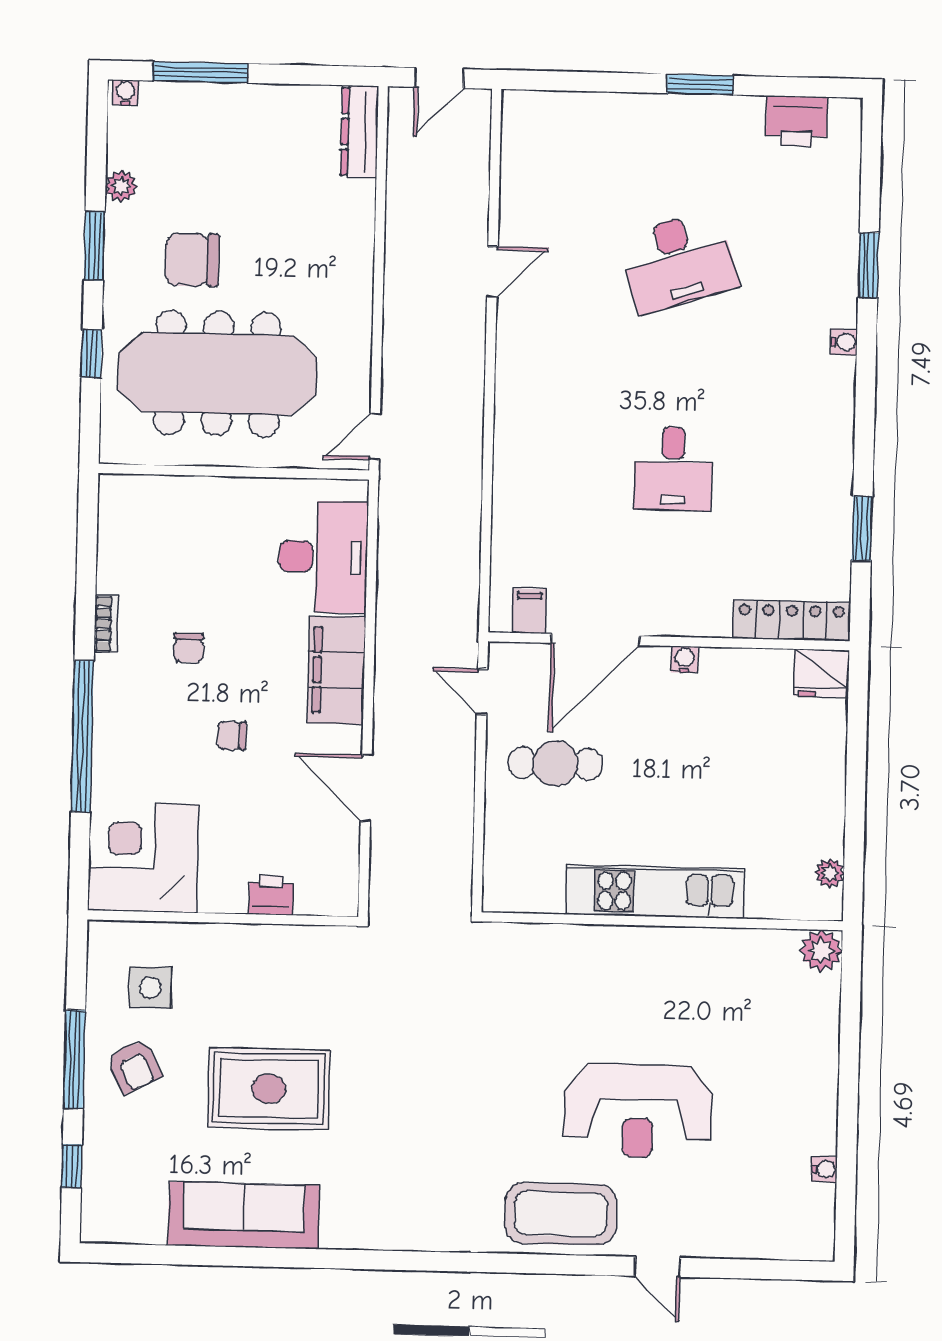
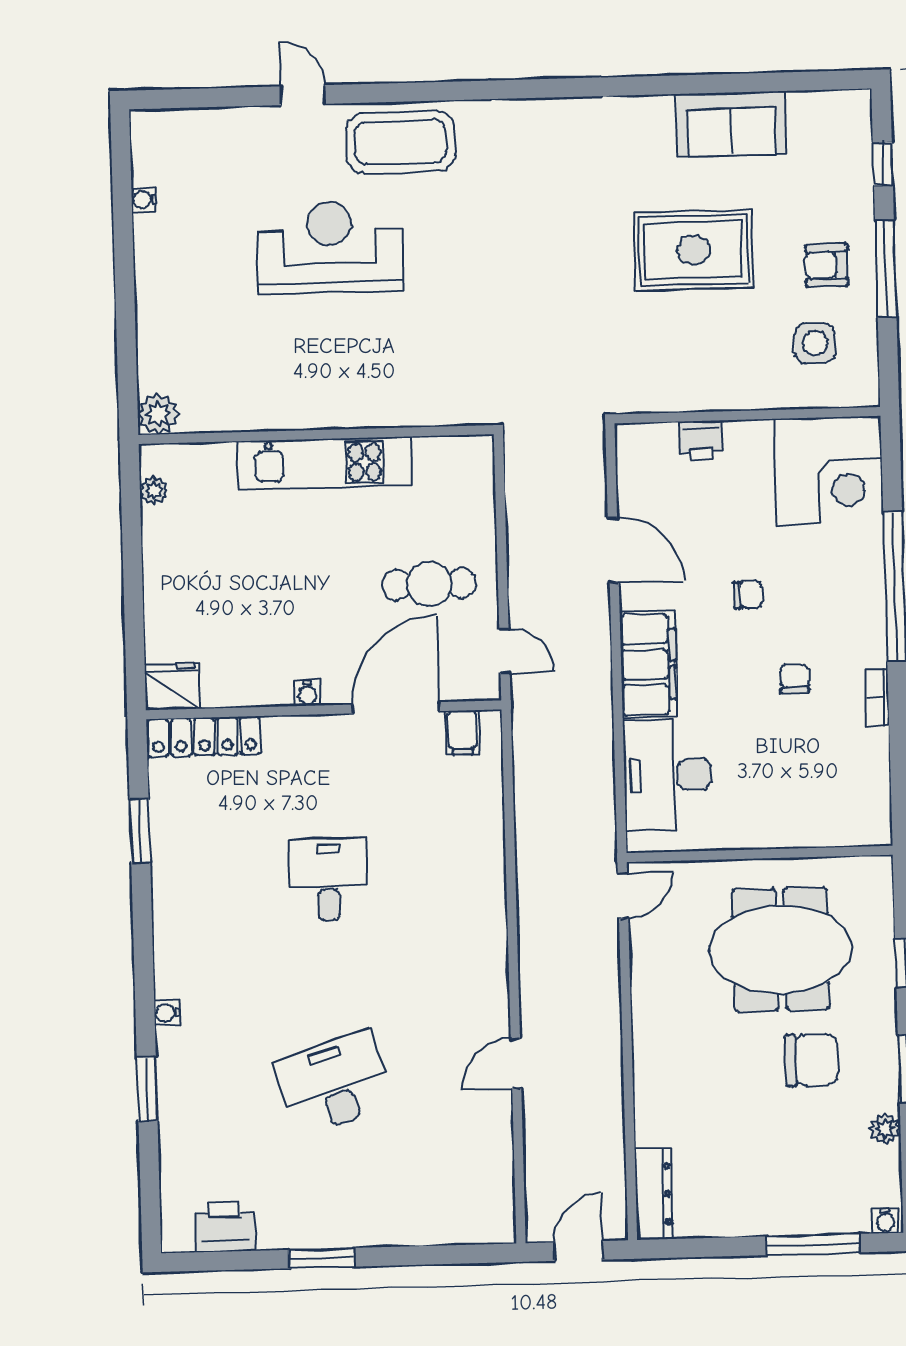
meeting table: (217, 374) -> (781, 949), width x0.73
armchair: (134, 1066) -> (827, 265), turned -63
sofa: (244, 1215) -> (731, 124), width x0.73

